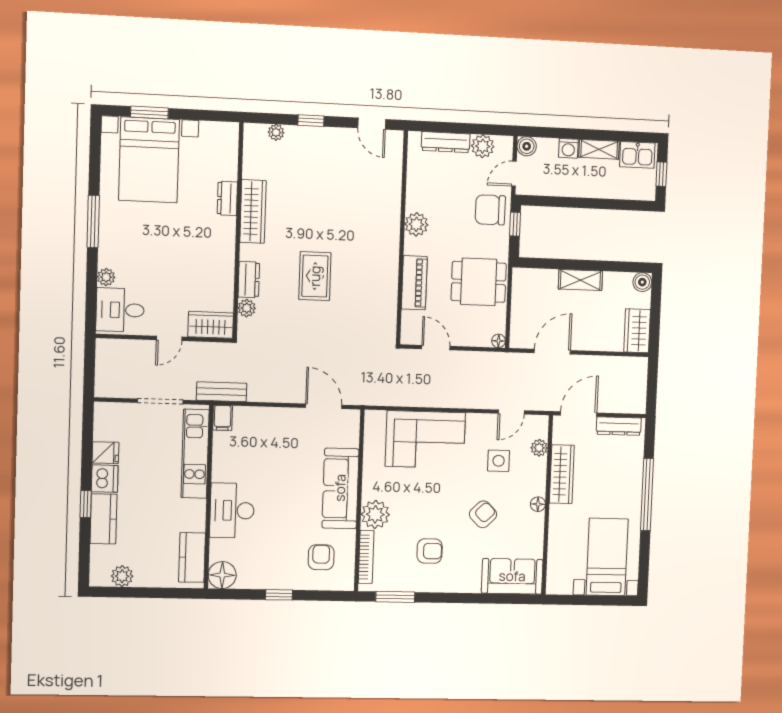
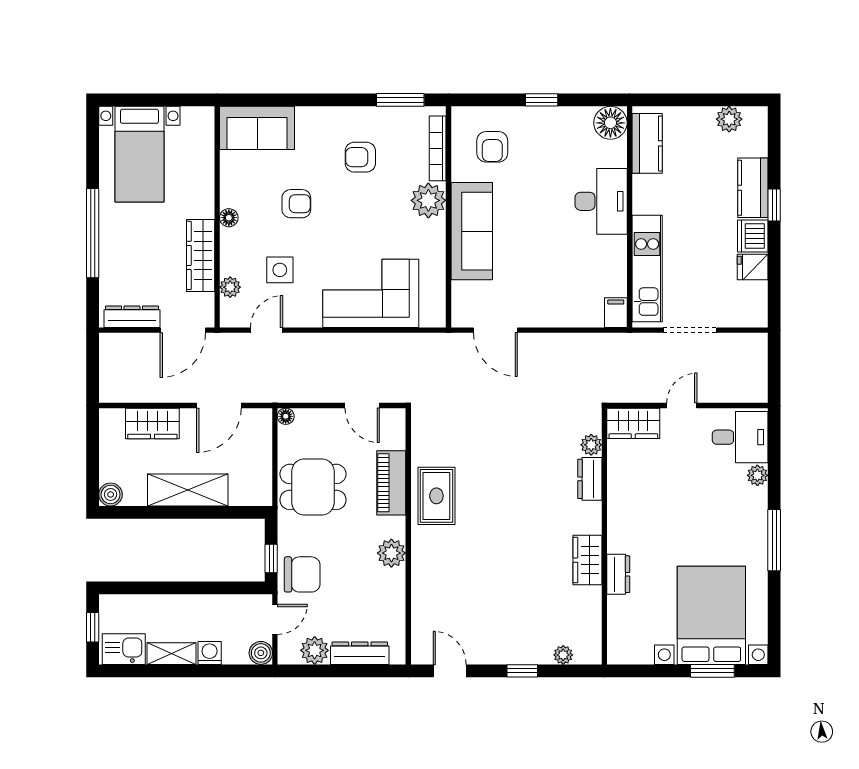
wardrobe: (253, 211) -> (587, 560), width x0.67
rug: (315, 276) -> (436, 496), moved
shelving: (580, 280) -> (188, 490), width x1.50, depth x1.33
wardrobe: (637, 331) -> (152, 424), moved, turned 90
bench: (222, 392) -> (618, 344), removed
armchair: (483, 514) -> (296, 204), turned -135

